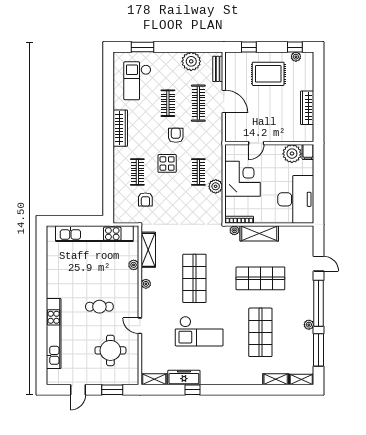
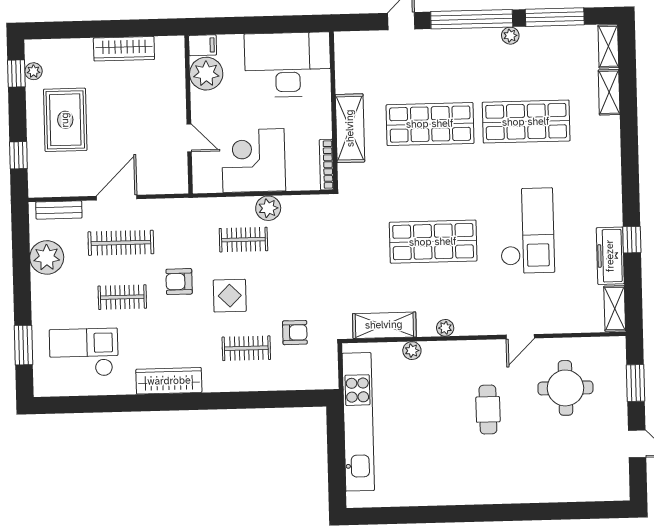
checkout: (137, 81) -> (84, 353), turned 180
plant: (234, 230) -> (346, 172), removed
shop shelf: (260, 278) -> (430, 124), turned 90
kitchen unit: (54, 333) -> (538, 490), removed

